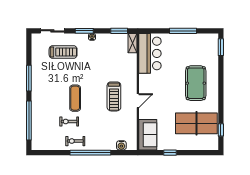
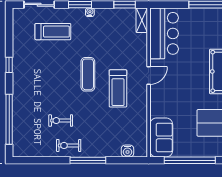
window: (29, 78) -> (9, 65), width x0.46
exercise mat: (75, 98) -> (88, 74), moved
door: (138, 101) -> (149, 75), moved
window: (90, 153) -> (88, 160), width x0.68
window: (170, 153) -> (190, 160), width x3.17

